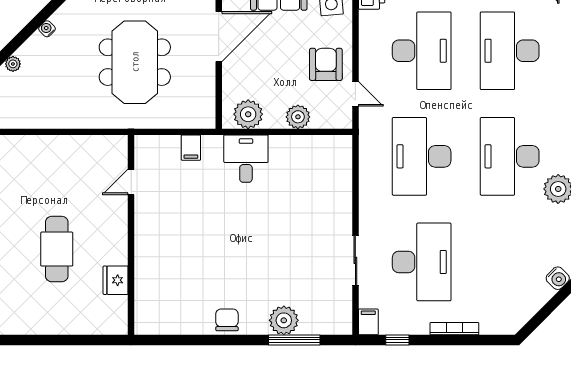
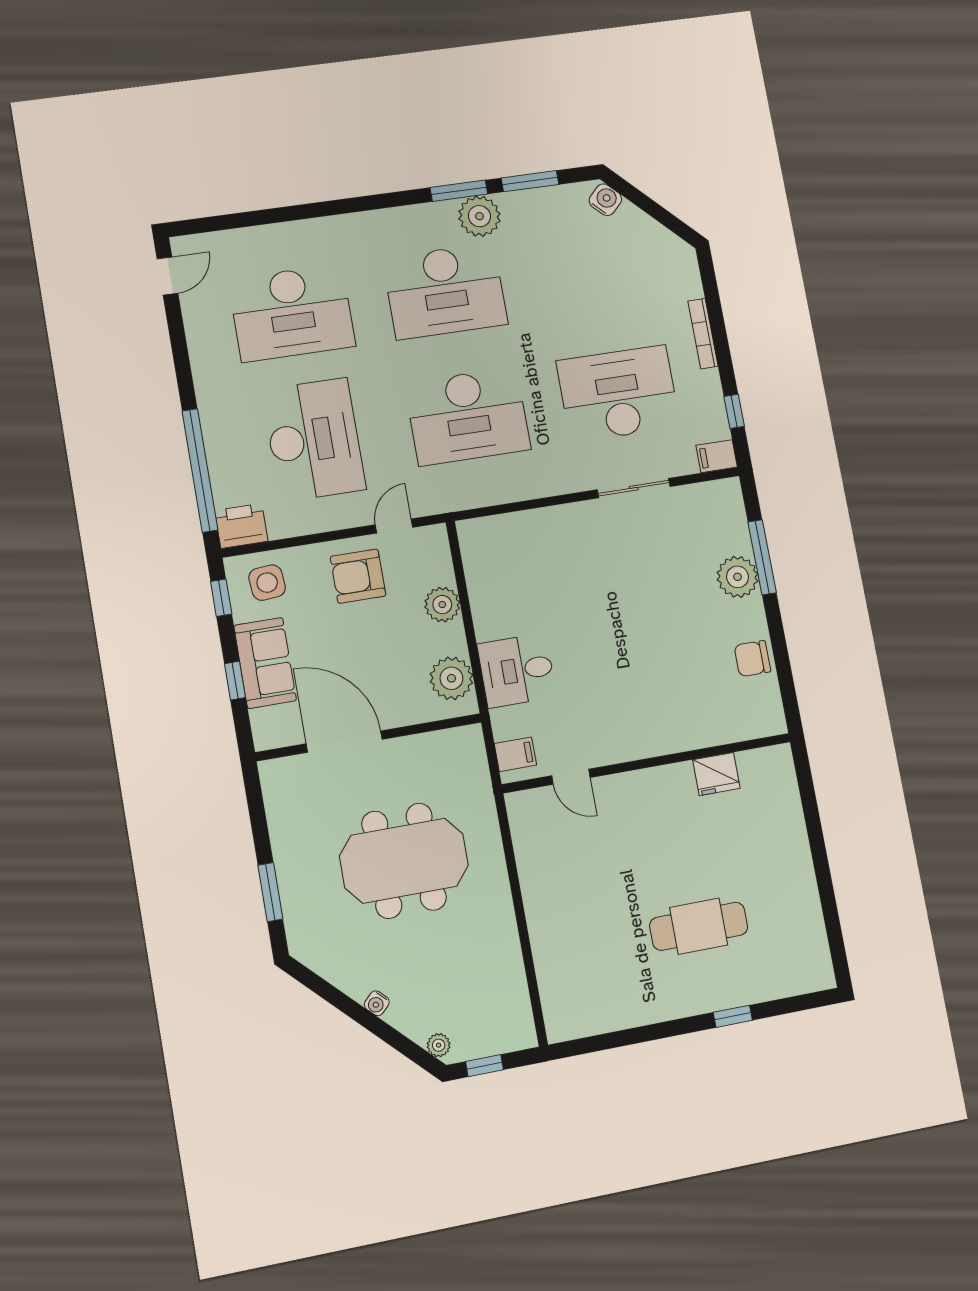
desk: (422, 51) -> (314, 440), turned 90
door: (131, 182) -> (571, 777), moved
wall: (131, 235) -> (647, 763), moved
fridge: (116, 280) -> (716, 774), moved

